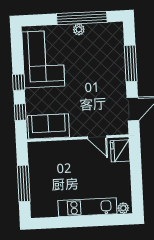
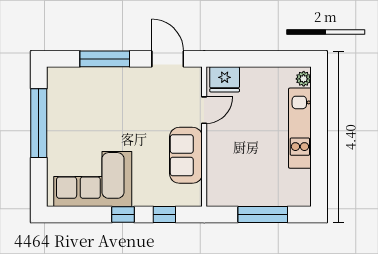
plant: (79, 29) -> (54, 128), removed
sofa: (49, 126) -> (186, 155), moved

